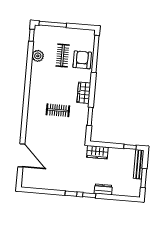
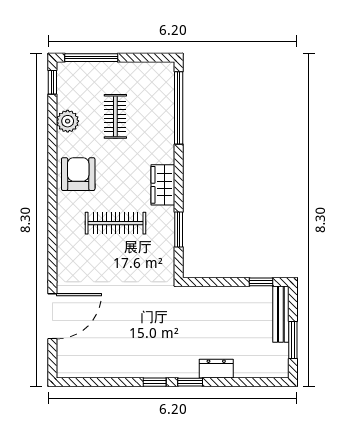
armchair: (82, 60) -> (78, 174), moved
clothes rail: (58, 110) -> (115, 223), width x1.36
wardrobe: (97, 152) -> (199, 298), removed
door: (21, 155) -> (52, 316), hinge flipped

